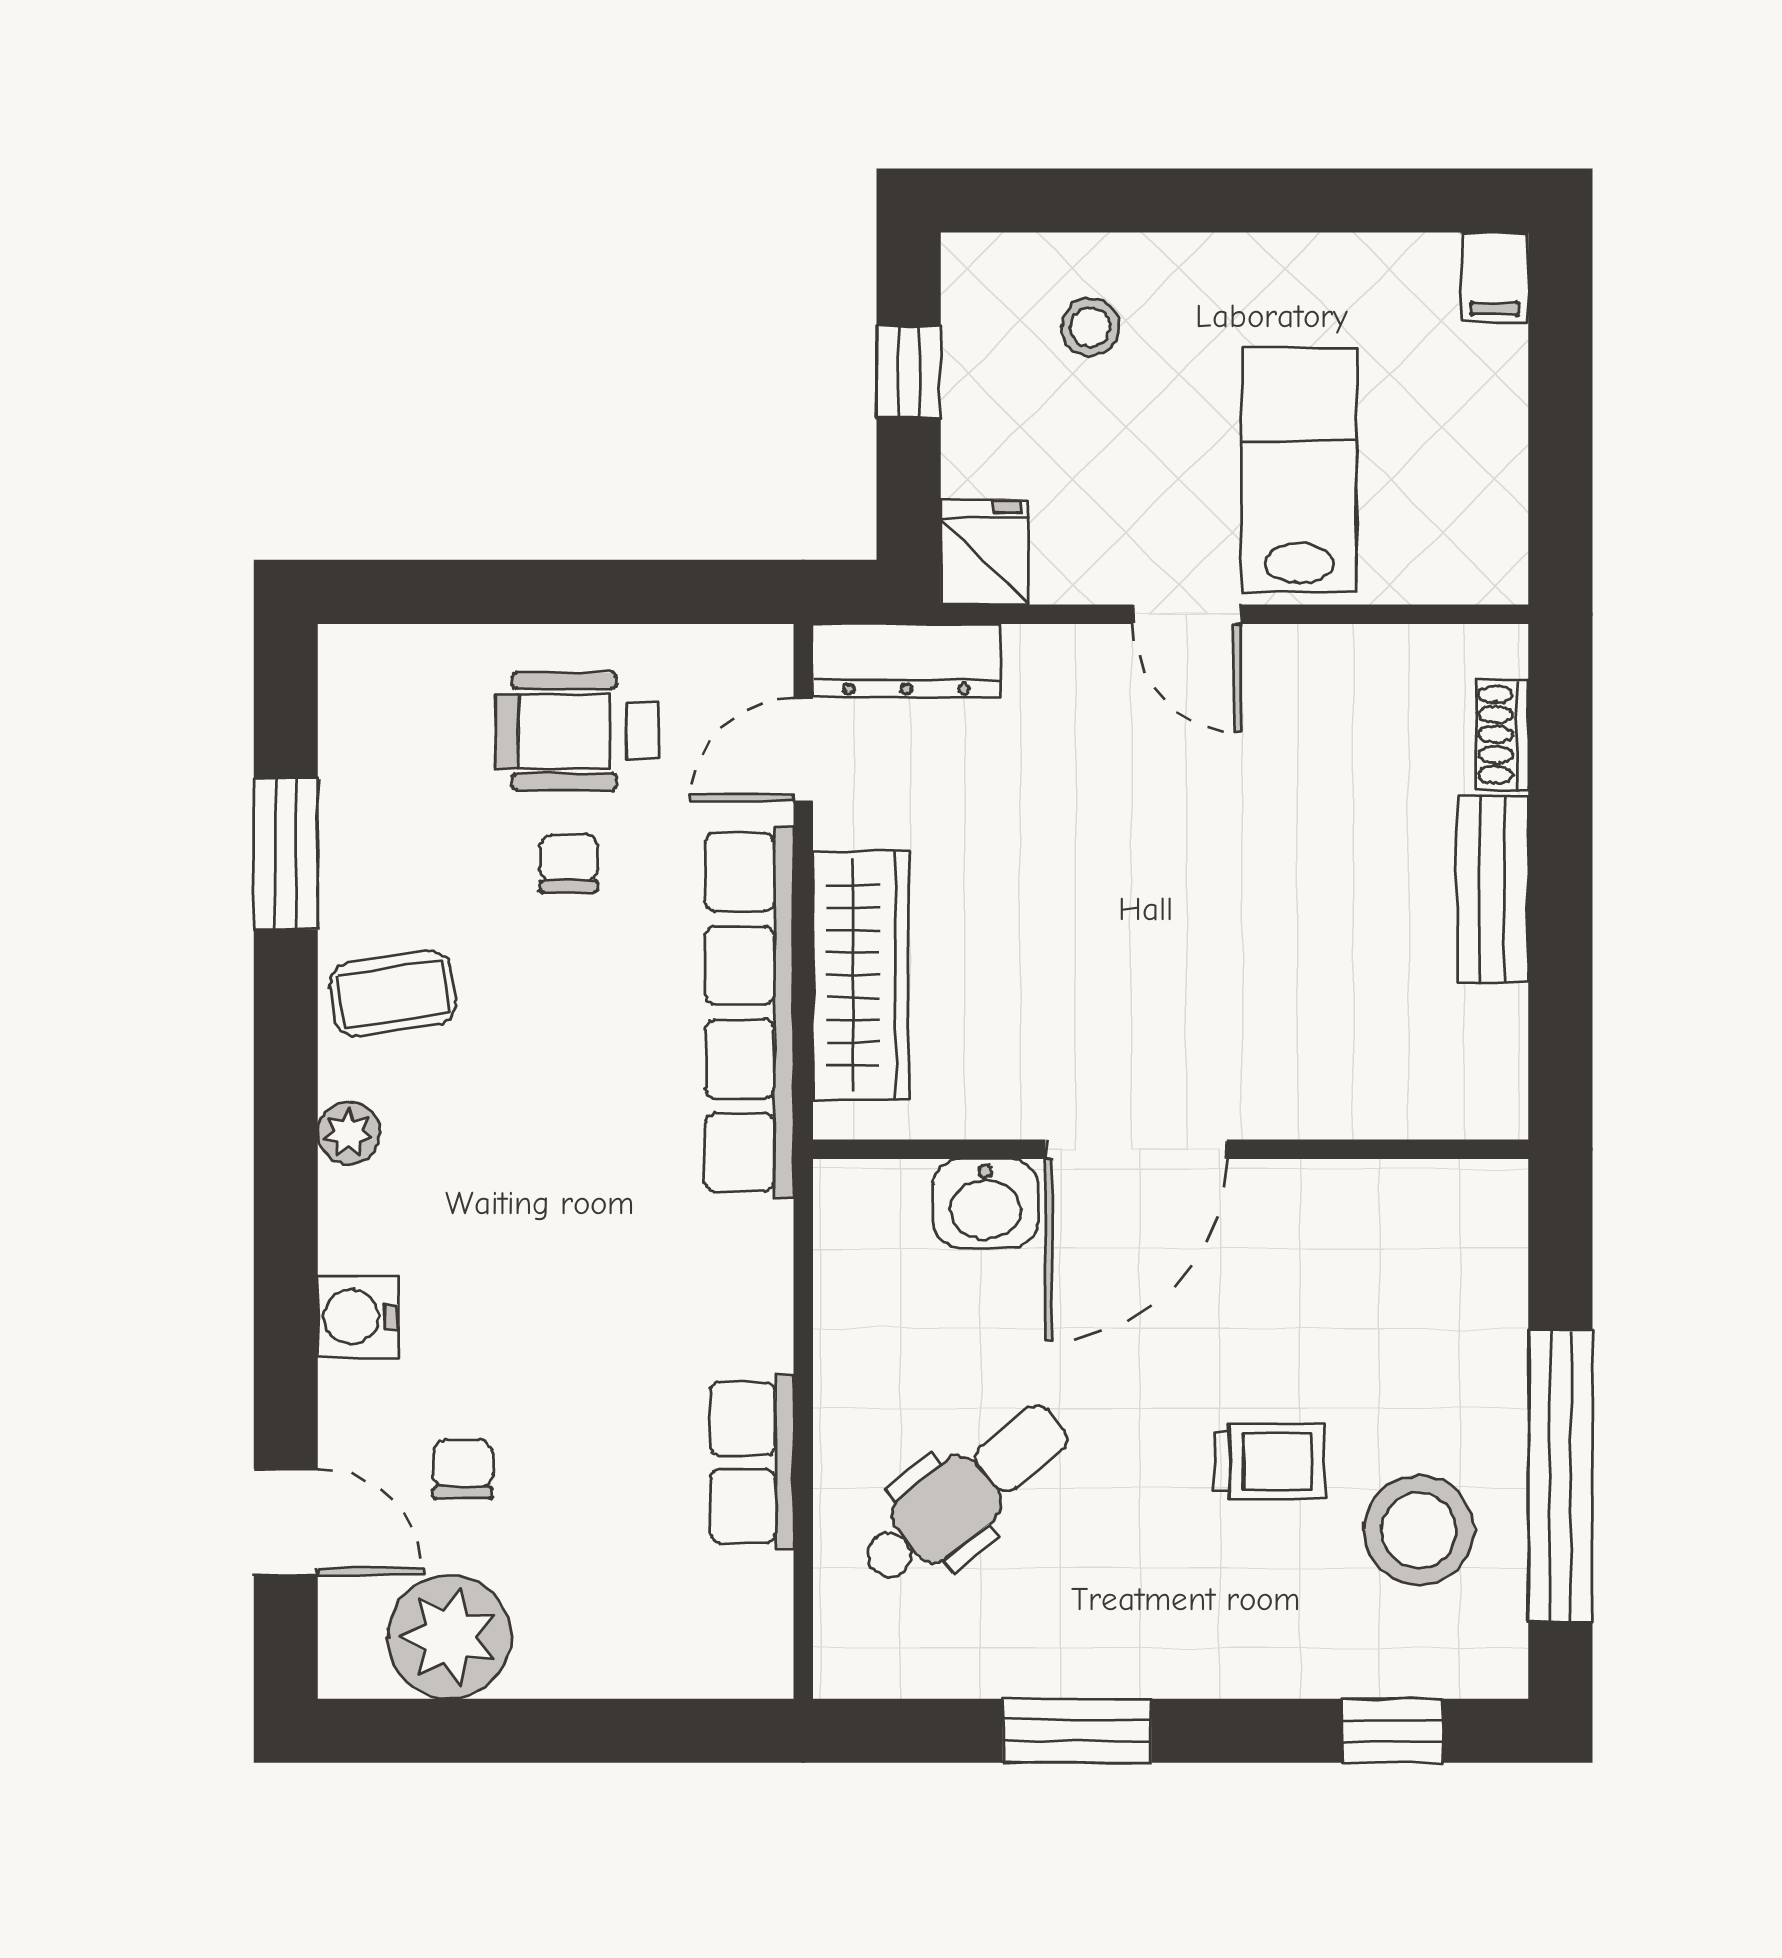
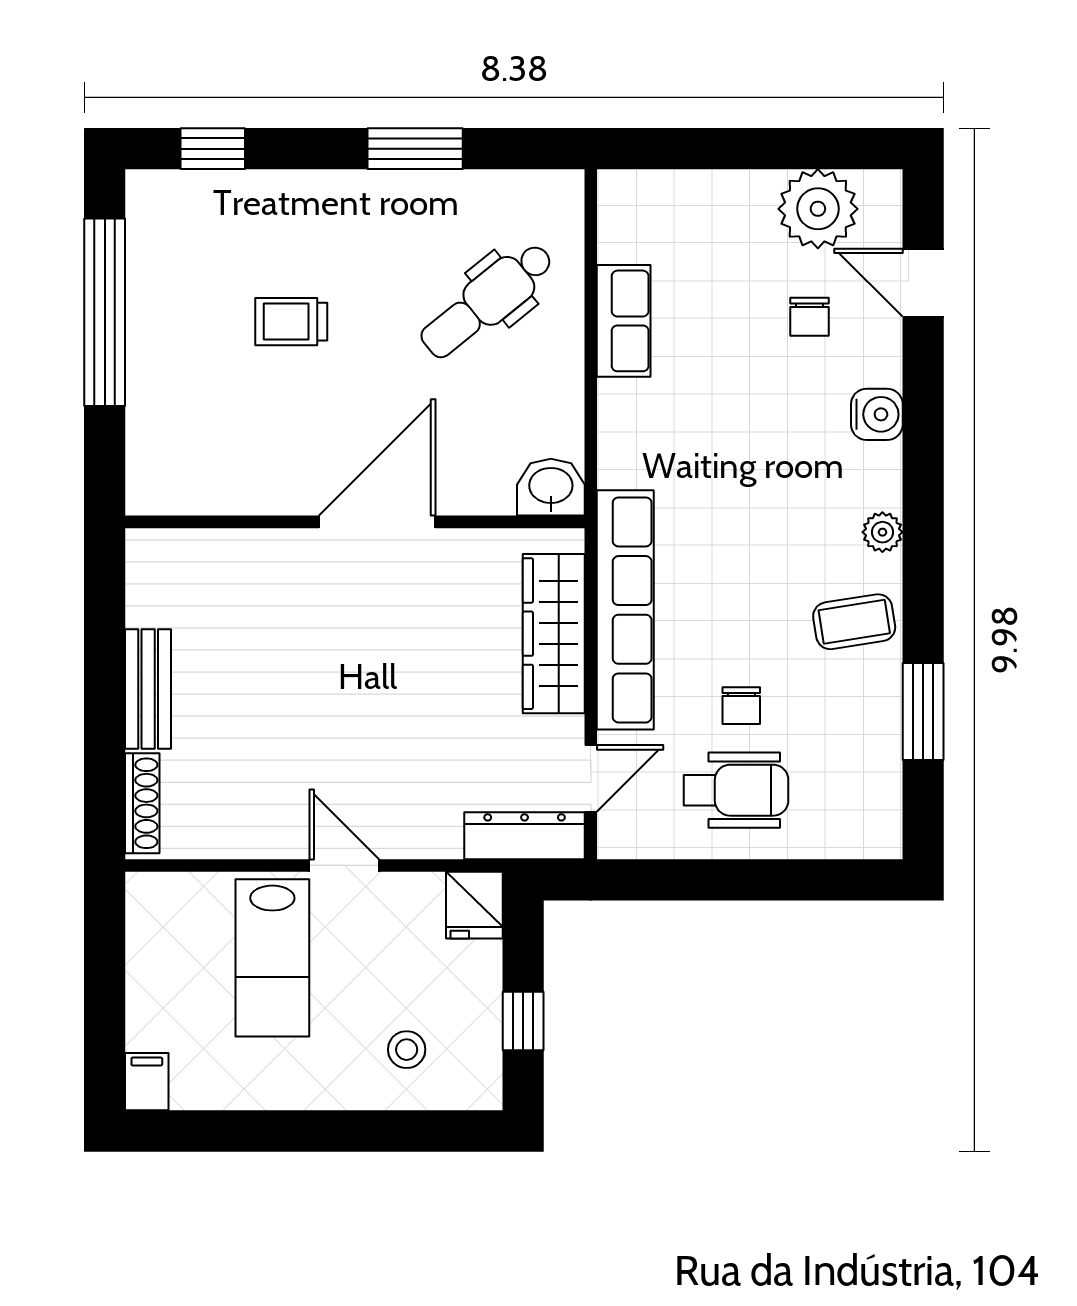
shoe rack: (1502, 734) -> (142, 803), width x1.43
washbasin: (985, 1203) -> (551, 487), moved
stool: (1419, 1530) -> (196, 277), removed

